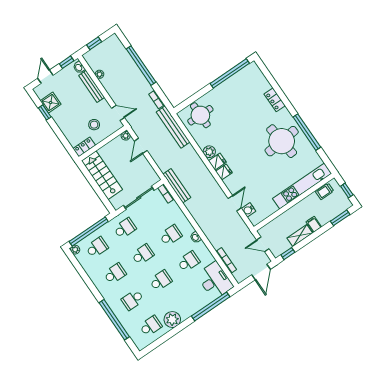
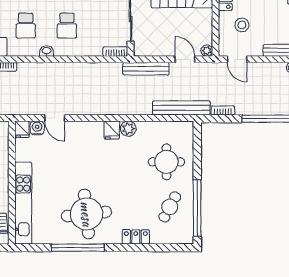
cafe table: (241, 91) -> (170, 207), added
door: (118, 113) -> (237, 59), hinge flipped
round table: (200, 115) -> (166, 162), moved
fridge: (224, 172) -> (22, 129), moved
bench: (177, 186) -> (146, 69), moved

